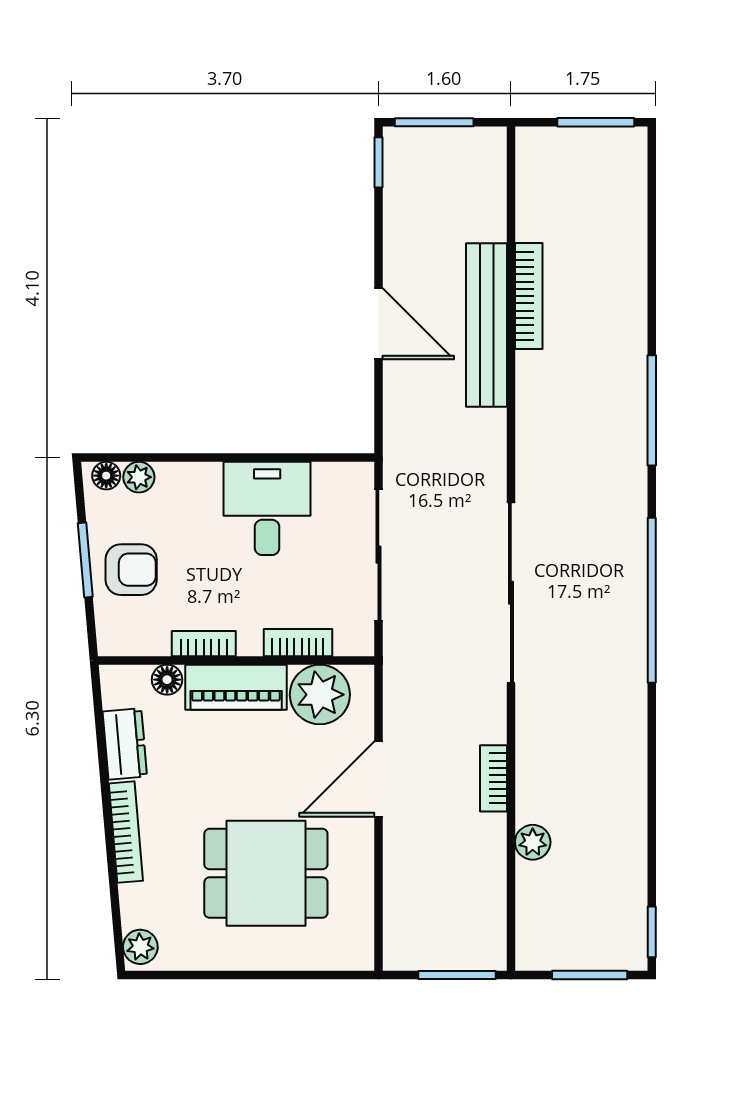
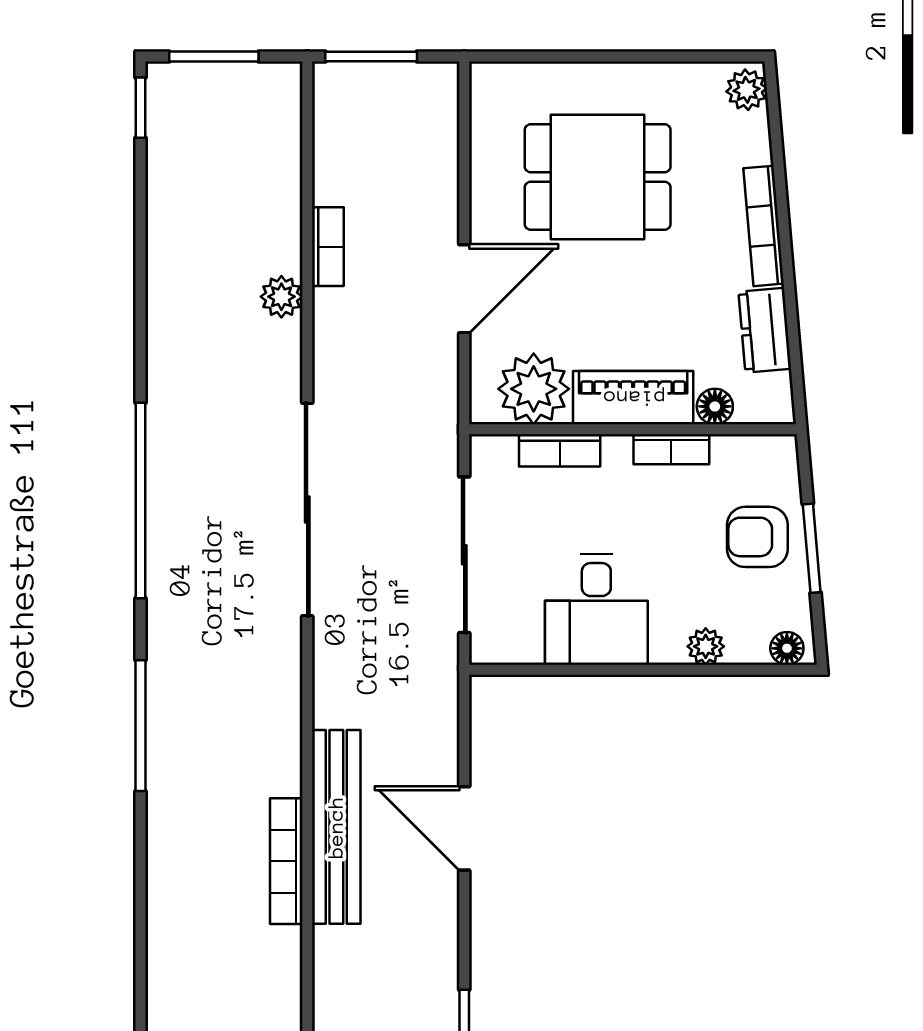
plant: (139, 477) -> (706, 646), moved
bookcase: (493, 778) -> (328, 247), moved
plant: (533, 842) -> (281, 297), moved

